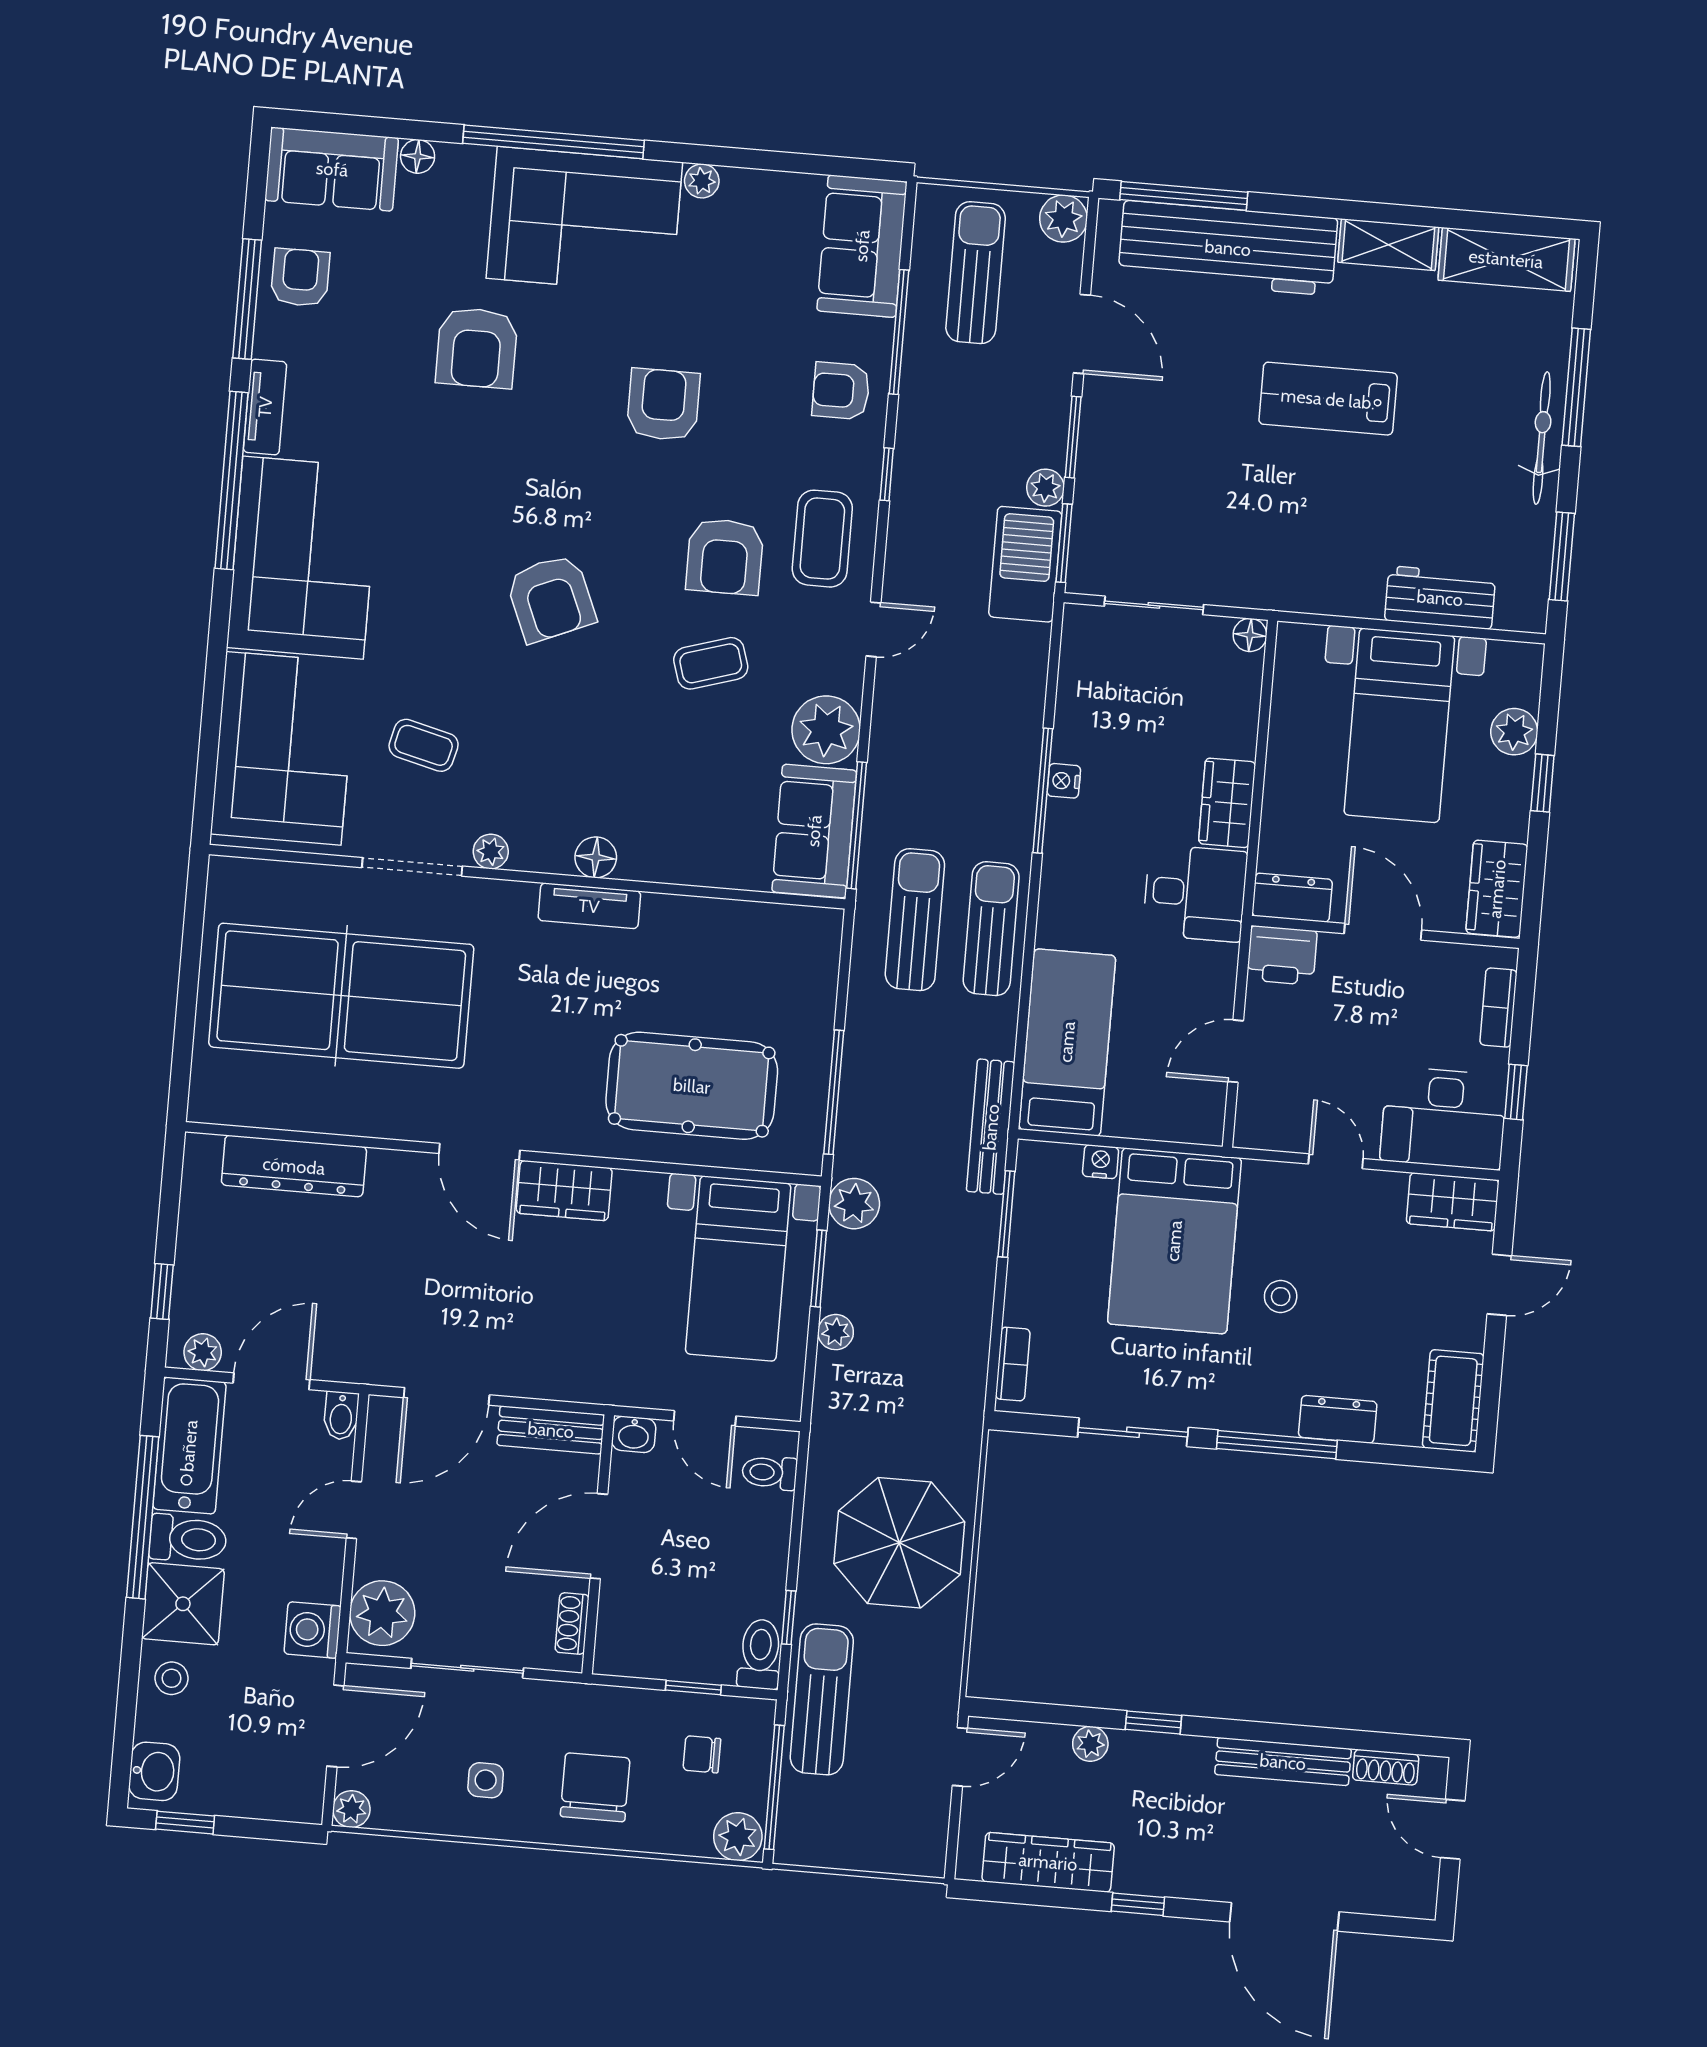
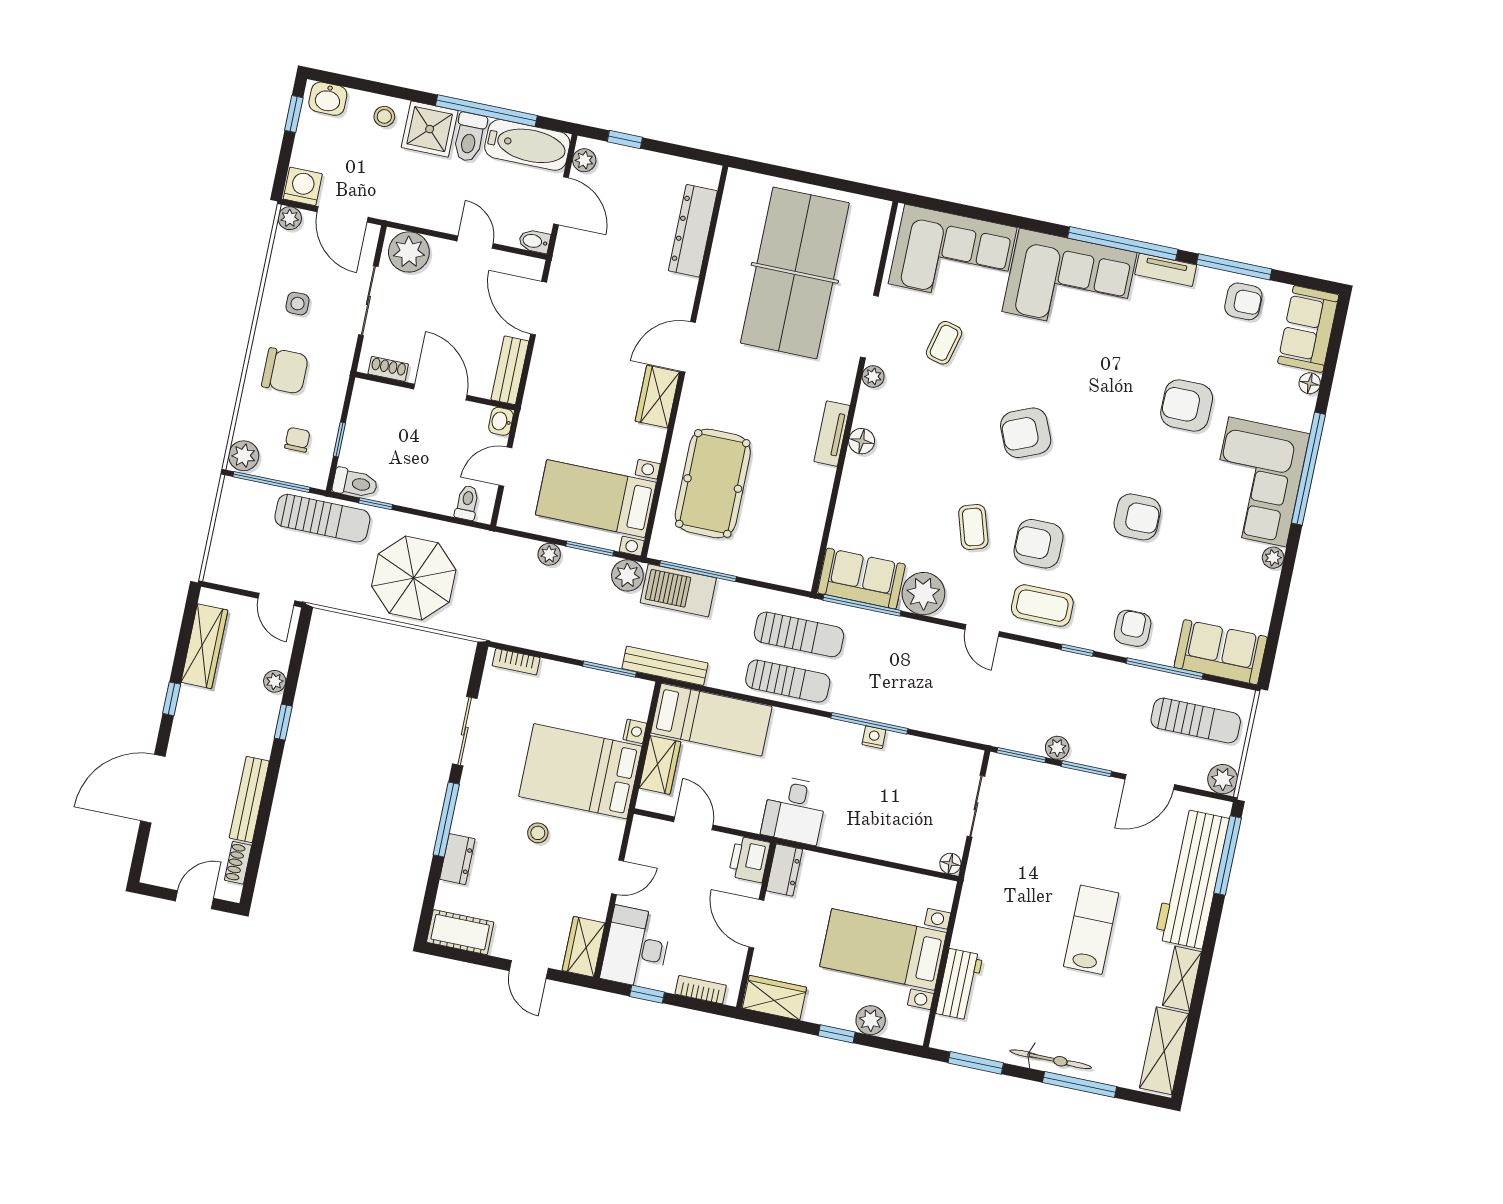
barbecue: (1025, 564) -> (678, 590), moved, turned 180
wardrobe: (1227, 803) -> (660, 765), moved, turned 90
door: (1383, 932) -> (756, 924), swing flipped
washing machine: (312, 1630) -> (303, 186), moved

